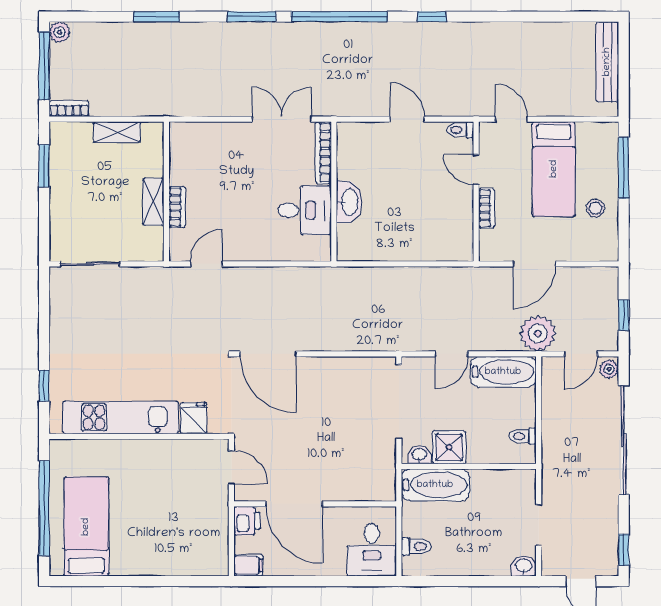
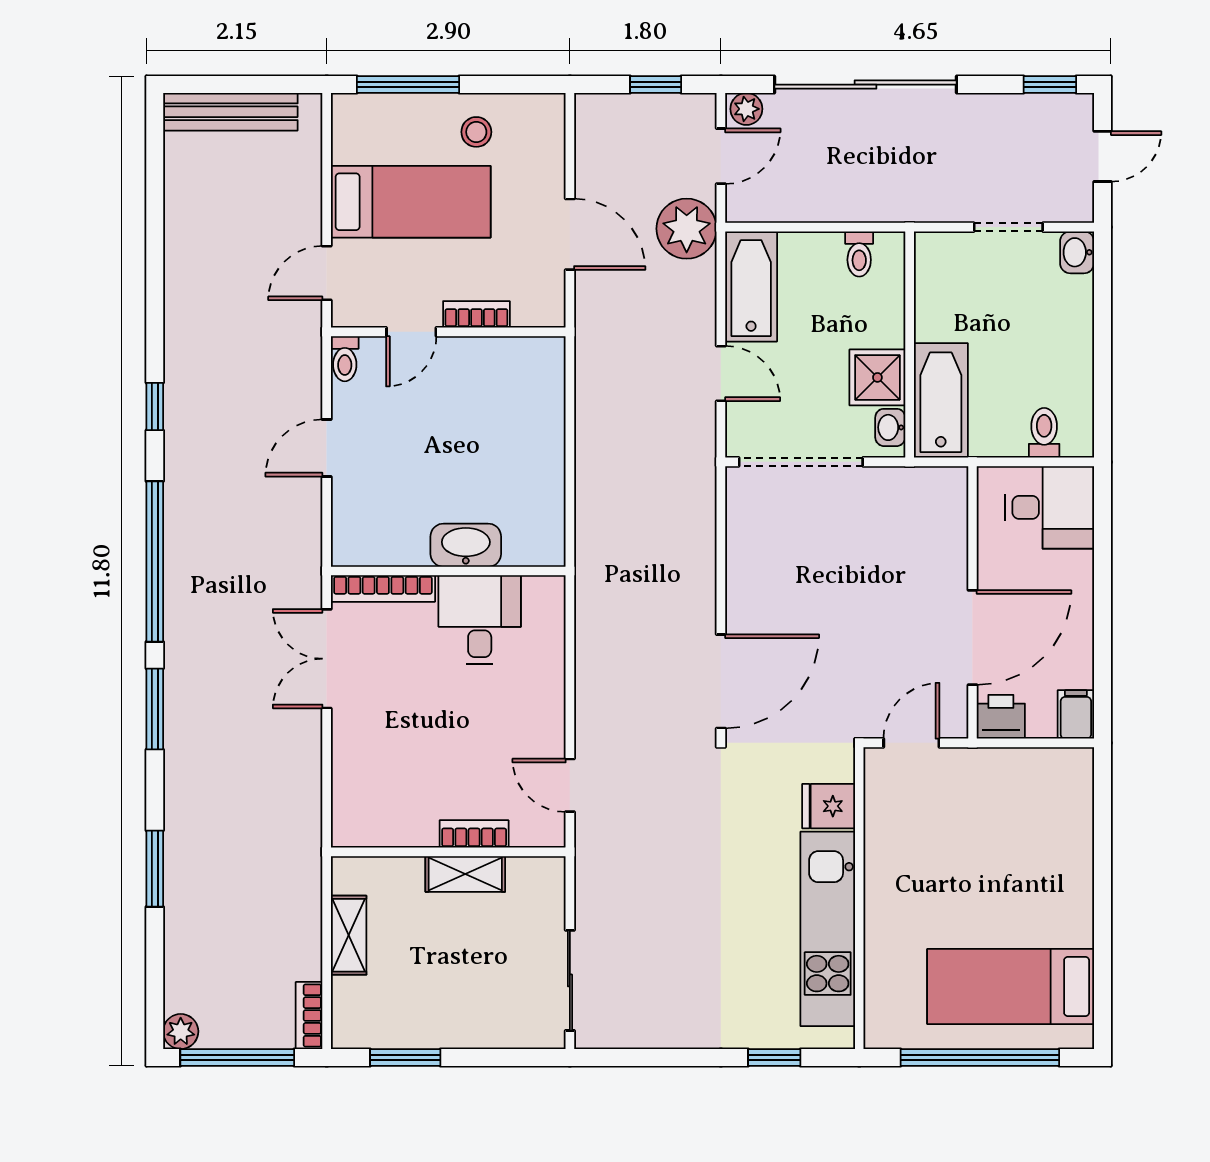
door: (581, 354) -> (721, 156), hinge flipped

